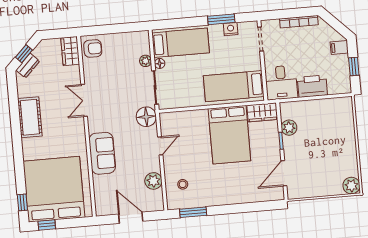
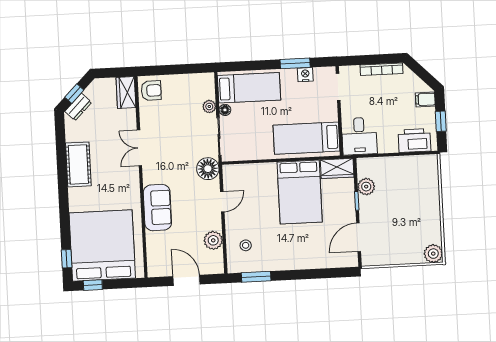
printer: (312, 86) -> (414, 140), moved

